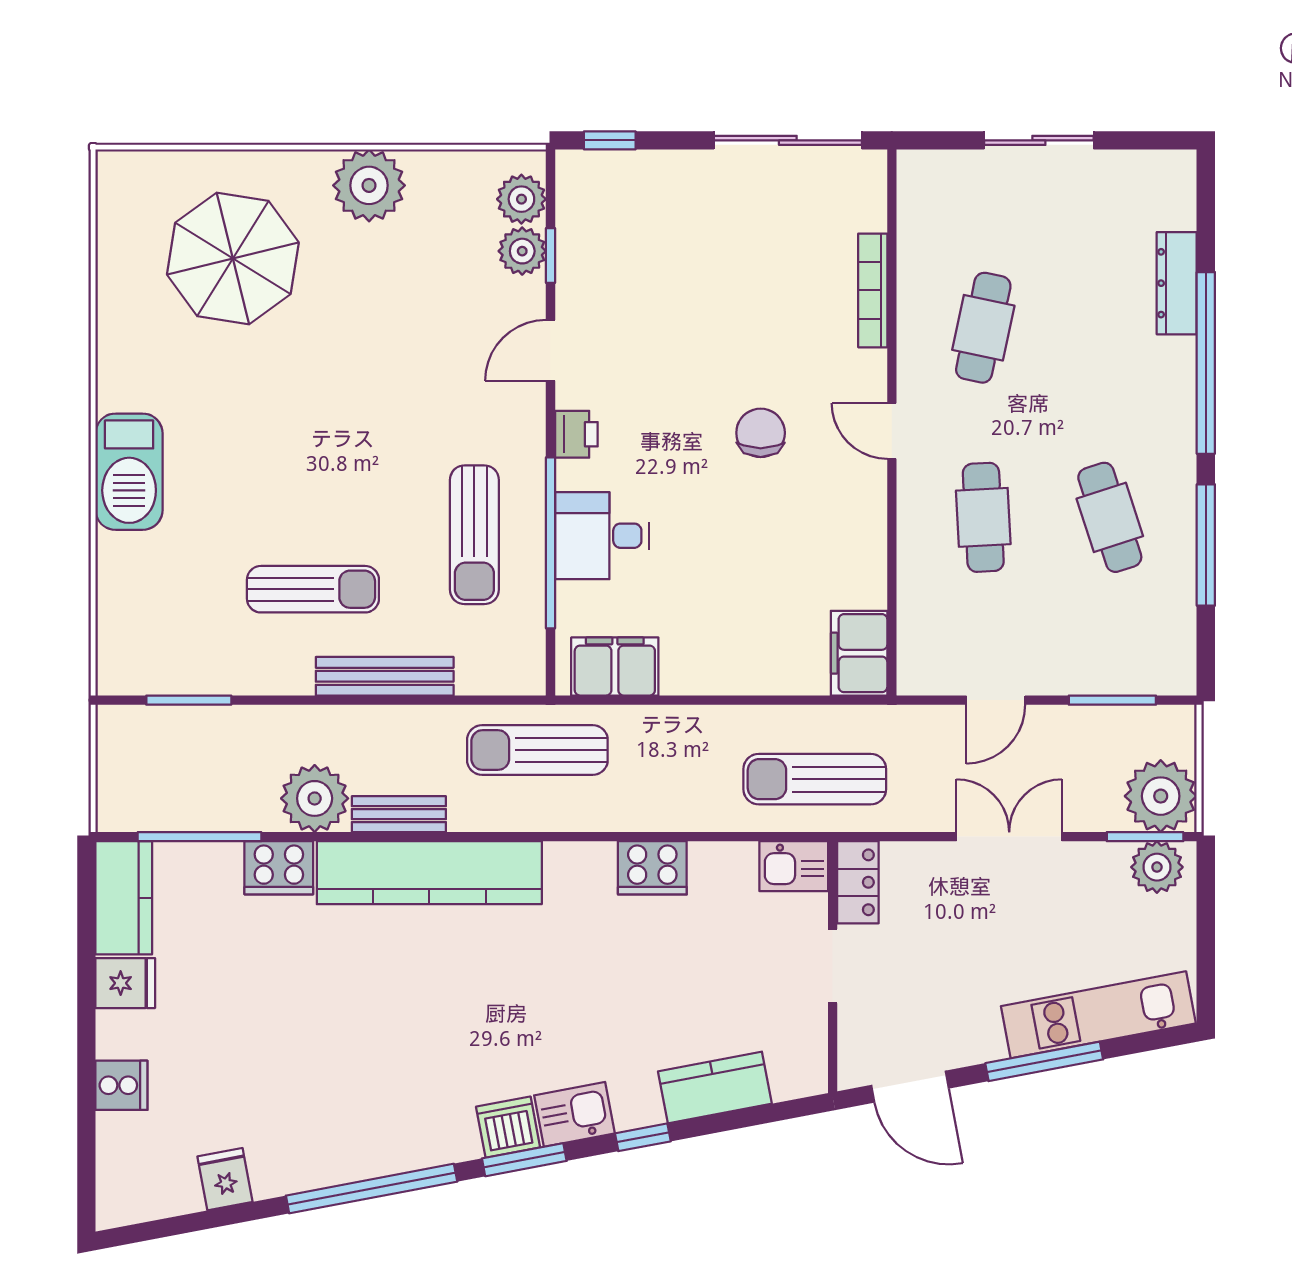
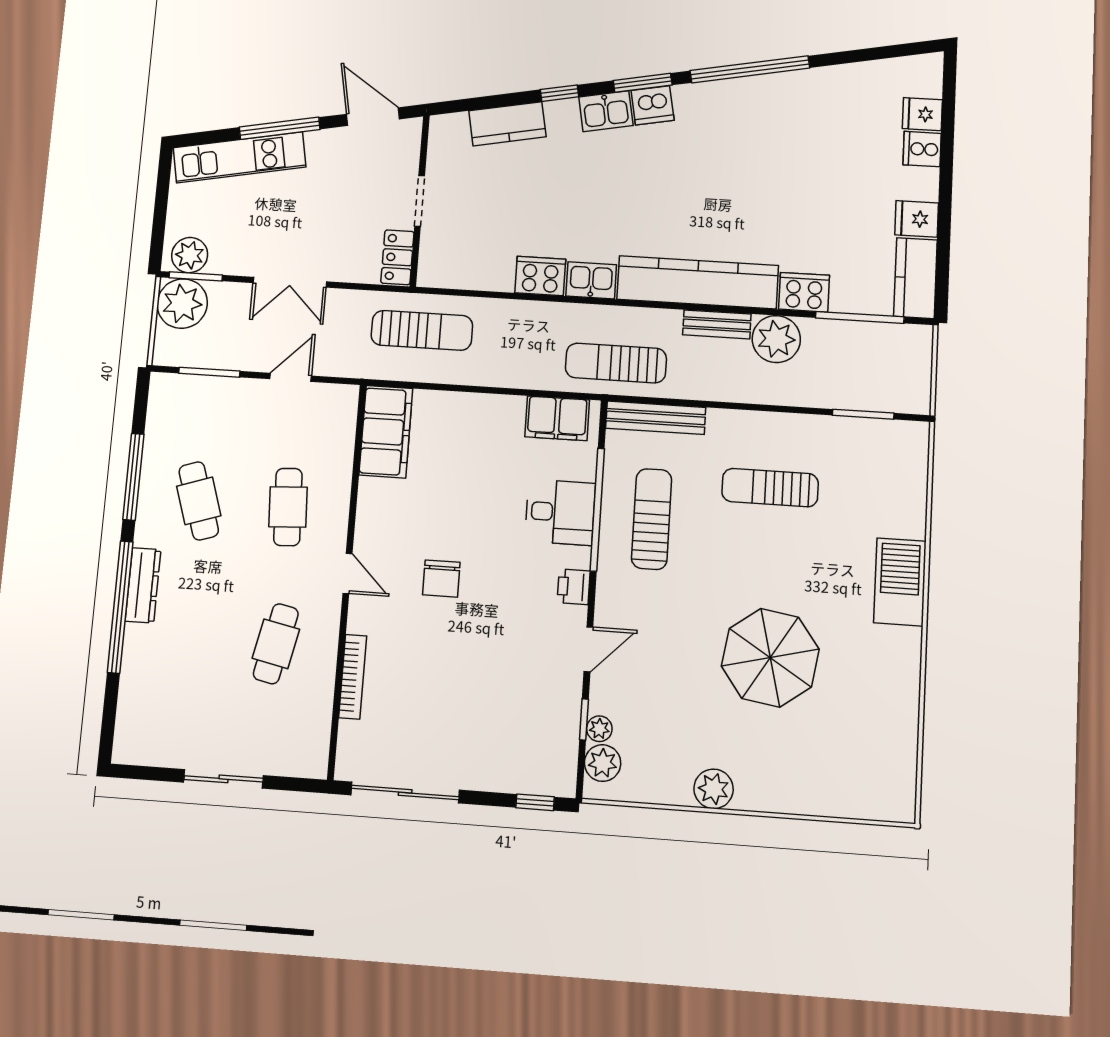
plant: (369, 185) -> (714, 789), width x0.73, depth x0.73
plant: (522, 251) -> (599, 729), width x0.73, depth x0.73
parasol: (233, 258) -> (770, 658), moved
dresser: (1177, 283) -> (143, 585), moved
filing cabinet: (859, 653) -> (386, 432), width x1.50, depth x1.17
bench: (385, 676) -> (656, 418), moved
sun lounger: (537, 750) -> (616, 363), turned 180
kitchen sink: (794, 866) -> (591, 280), moved
fridge: (225, 1179) -> (922, 114), moved, turned 101

